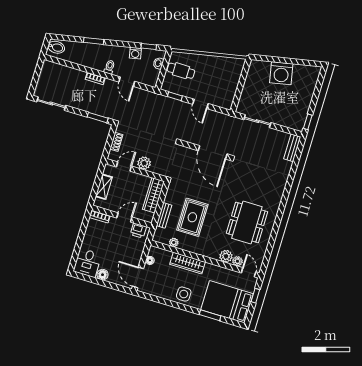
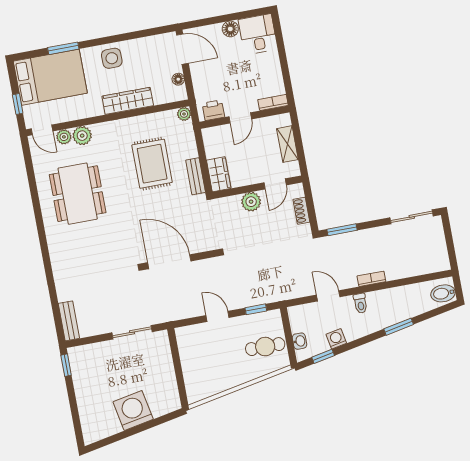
wardrobe: (154, 195) -> (219, 174), width x0.67
bench: (164, 215) -> (196, 176), moved
plant: (174, 242) -> (184, 114), moved

